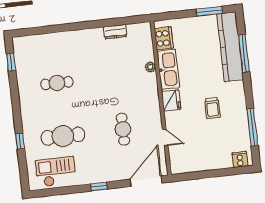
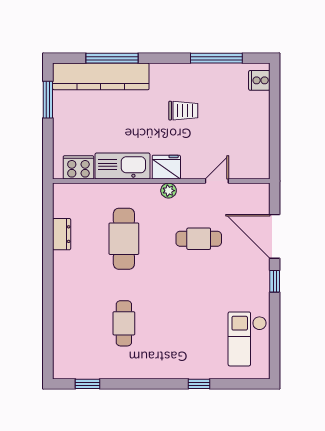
plant: (150, 67) -> (169, 191), moved
cafe table: (63, 136) -> (124, 239), moved
door: (146, 181) -> (275, 236), moved

